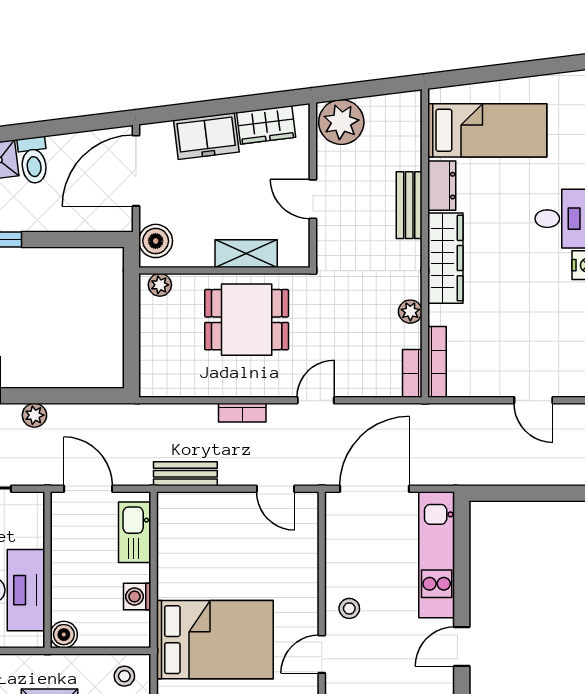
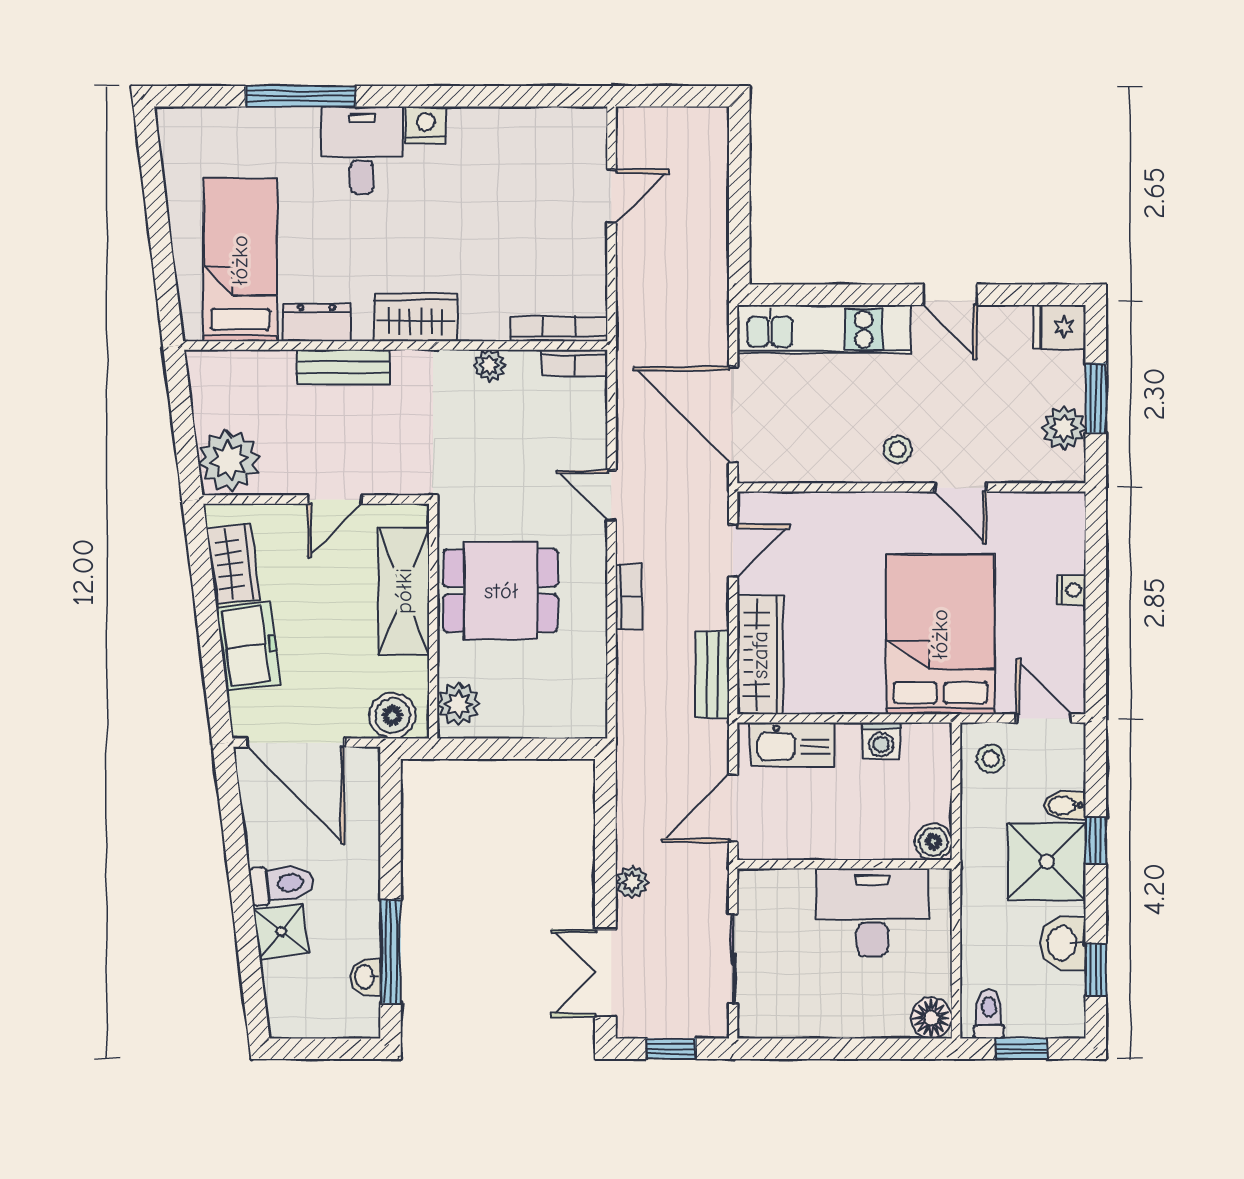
shelving: (246, 254) -> (404, 591), width x1.50, depth x1.33
wardrobe: (445, 258) -> (416, 317), width x0.67
plant: (160, 285) -> (459, 704), width x1.38, depth x1.38
dining table: (247, 320) -> (501, 591), turned 90
wardrobe: (200, 508) -> (760, 655), added

